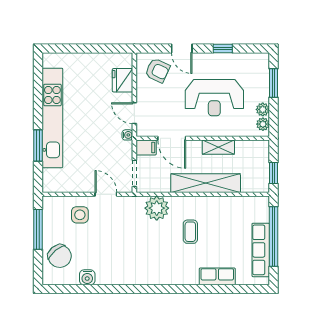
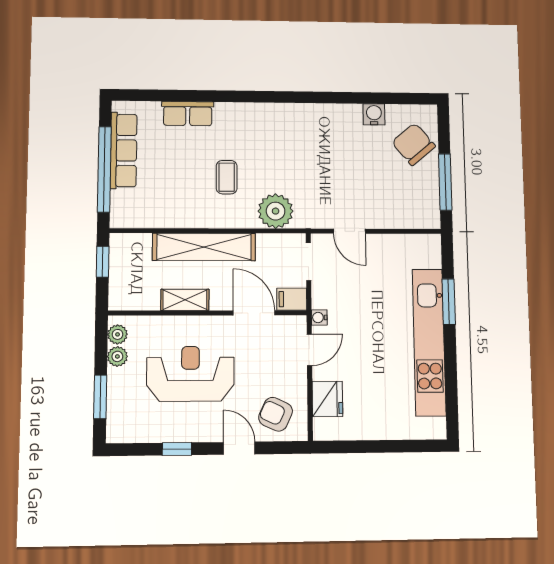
door: (134, 113) -> (309, 350), hinge flipped
side table: (80, 215) -> (386, 202), removed

